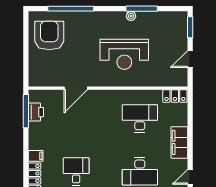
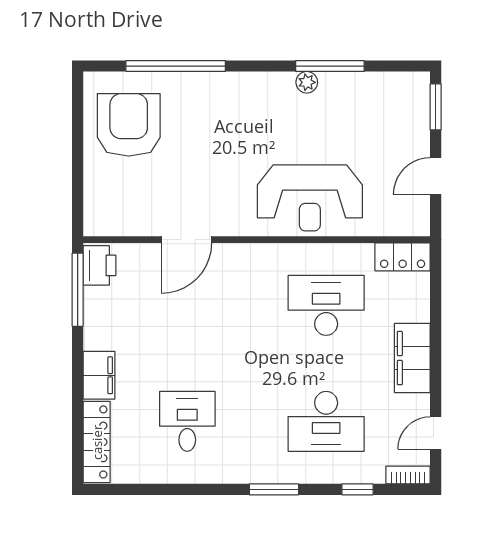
reception desk: (124, 54) -> (310, 198), moved
printer: (36, 112) -> (99, 265), moved
filing cabinet: (36, 156) -> (99, 375), width x2.00

